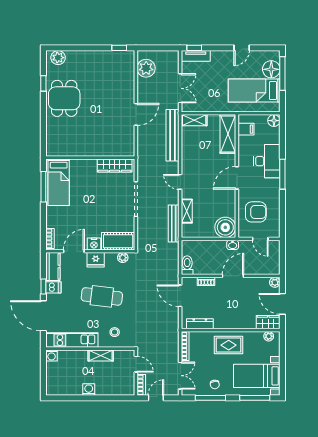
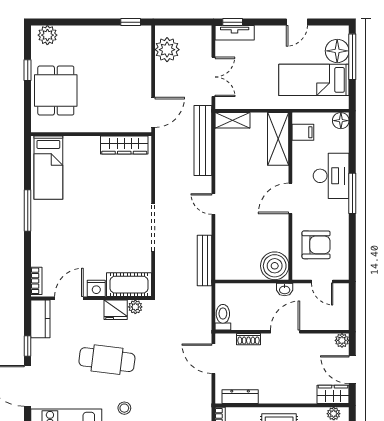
wall: (90, 158) -> (91, 134), moved
wardrobe: (115, 166) -> (124, 145), moved
bed: (59, 182) -> (48, 168), moved
shelving: (187, 211) -> (222, 244), removed
fridge: (96, 260) -> (116, 310), moved
dishwasher: (53, 287) -> (41, 347), removed

